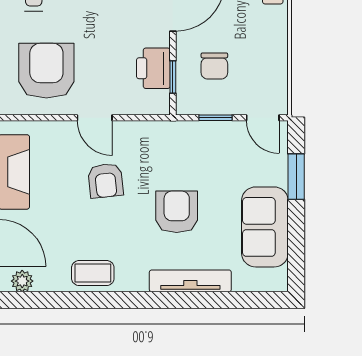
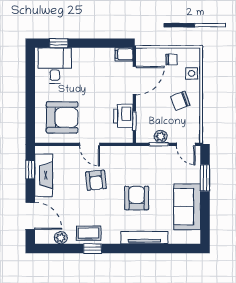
chair: (214, 66) -> (180, 101), moved, turned 70
armchair: (46, 71) -> (62, 117), turned 90
plant: (219, 104) -> (161, 137), added
plant: (22, 281) -> (61, 238), moved
window: (100, 300) -> (92, 249), added

